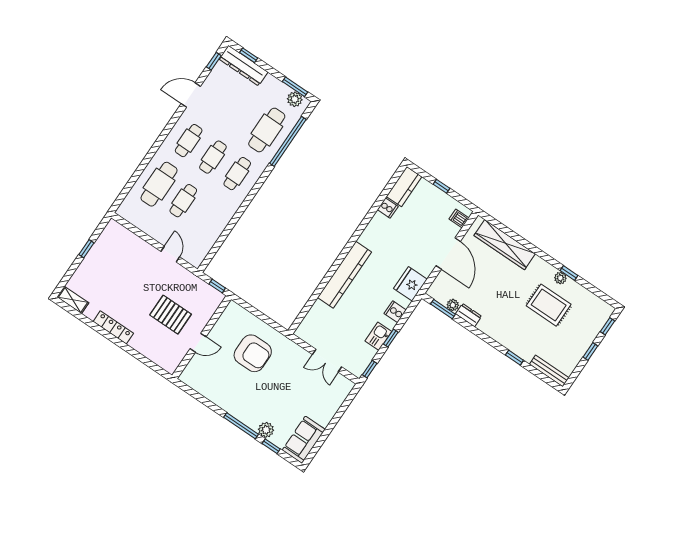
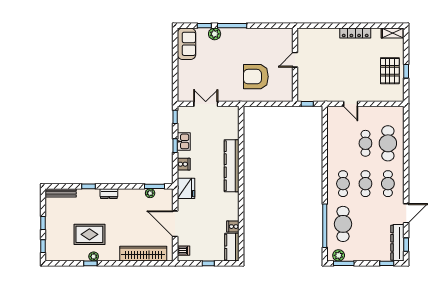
dresser: (243, 66) -> (397, 243), moved, turned -90
pallet: (171, 315) -> (390, 71), moved, turned 90
dresser: (469, 315) -> (109, 194), moved

